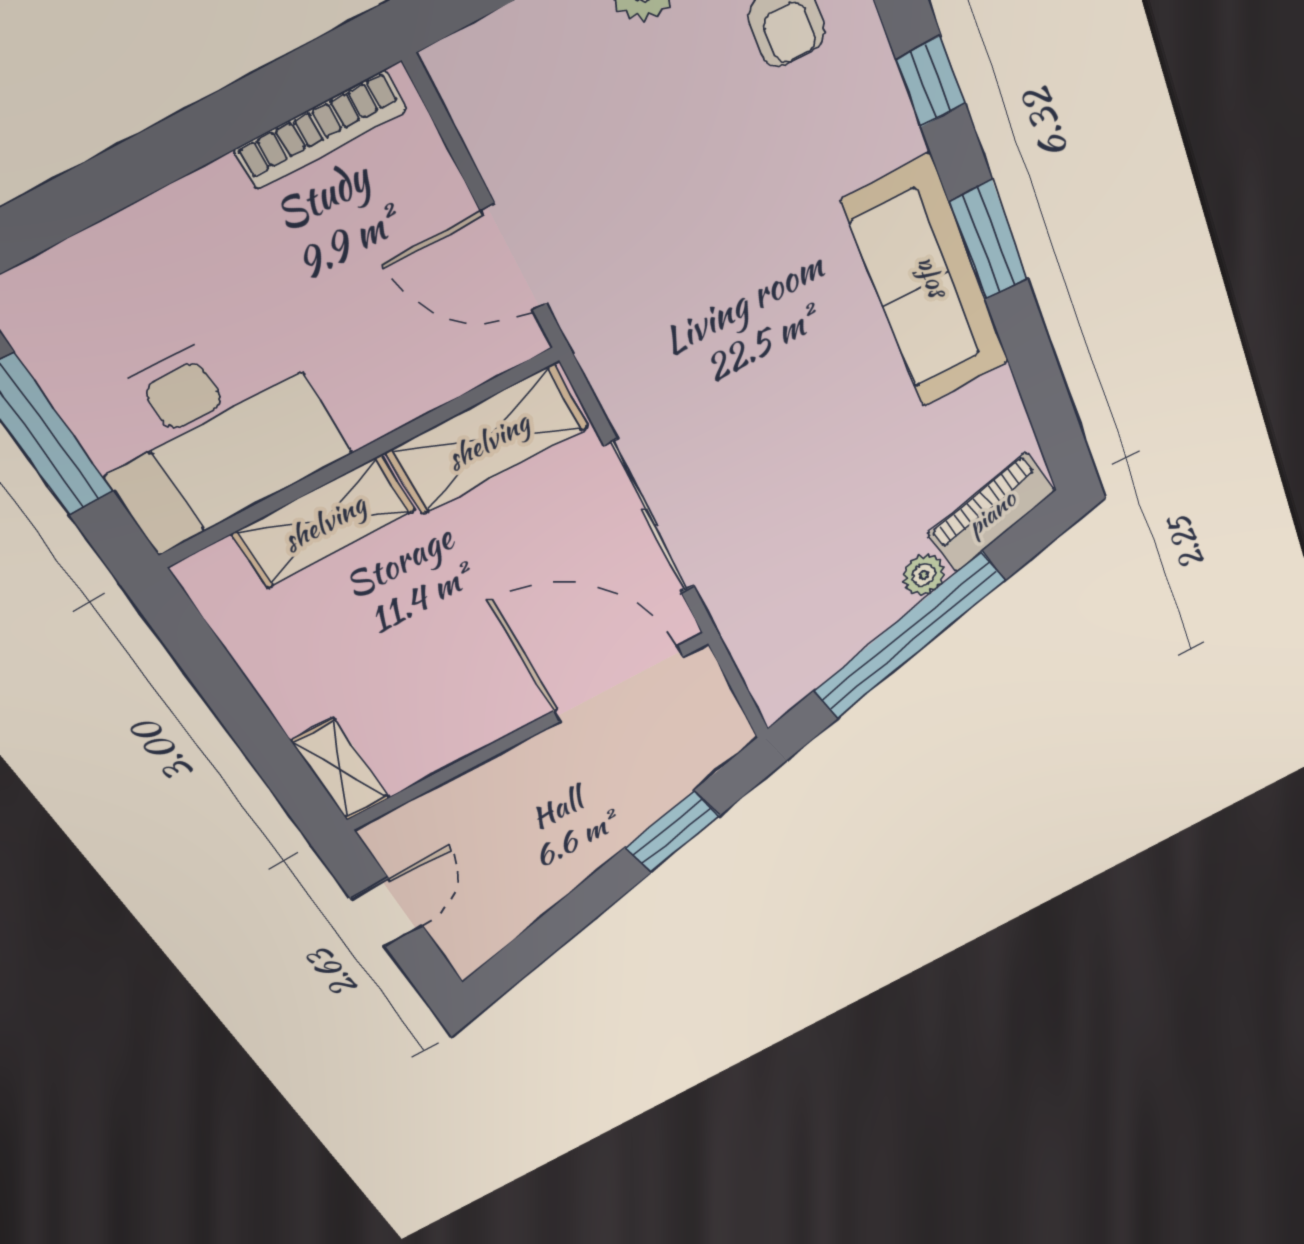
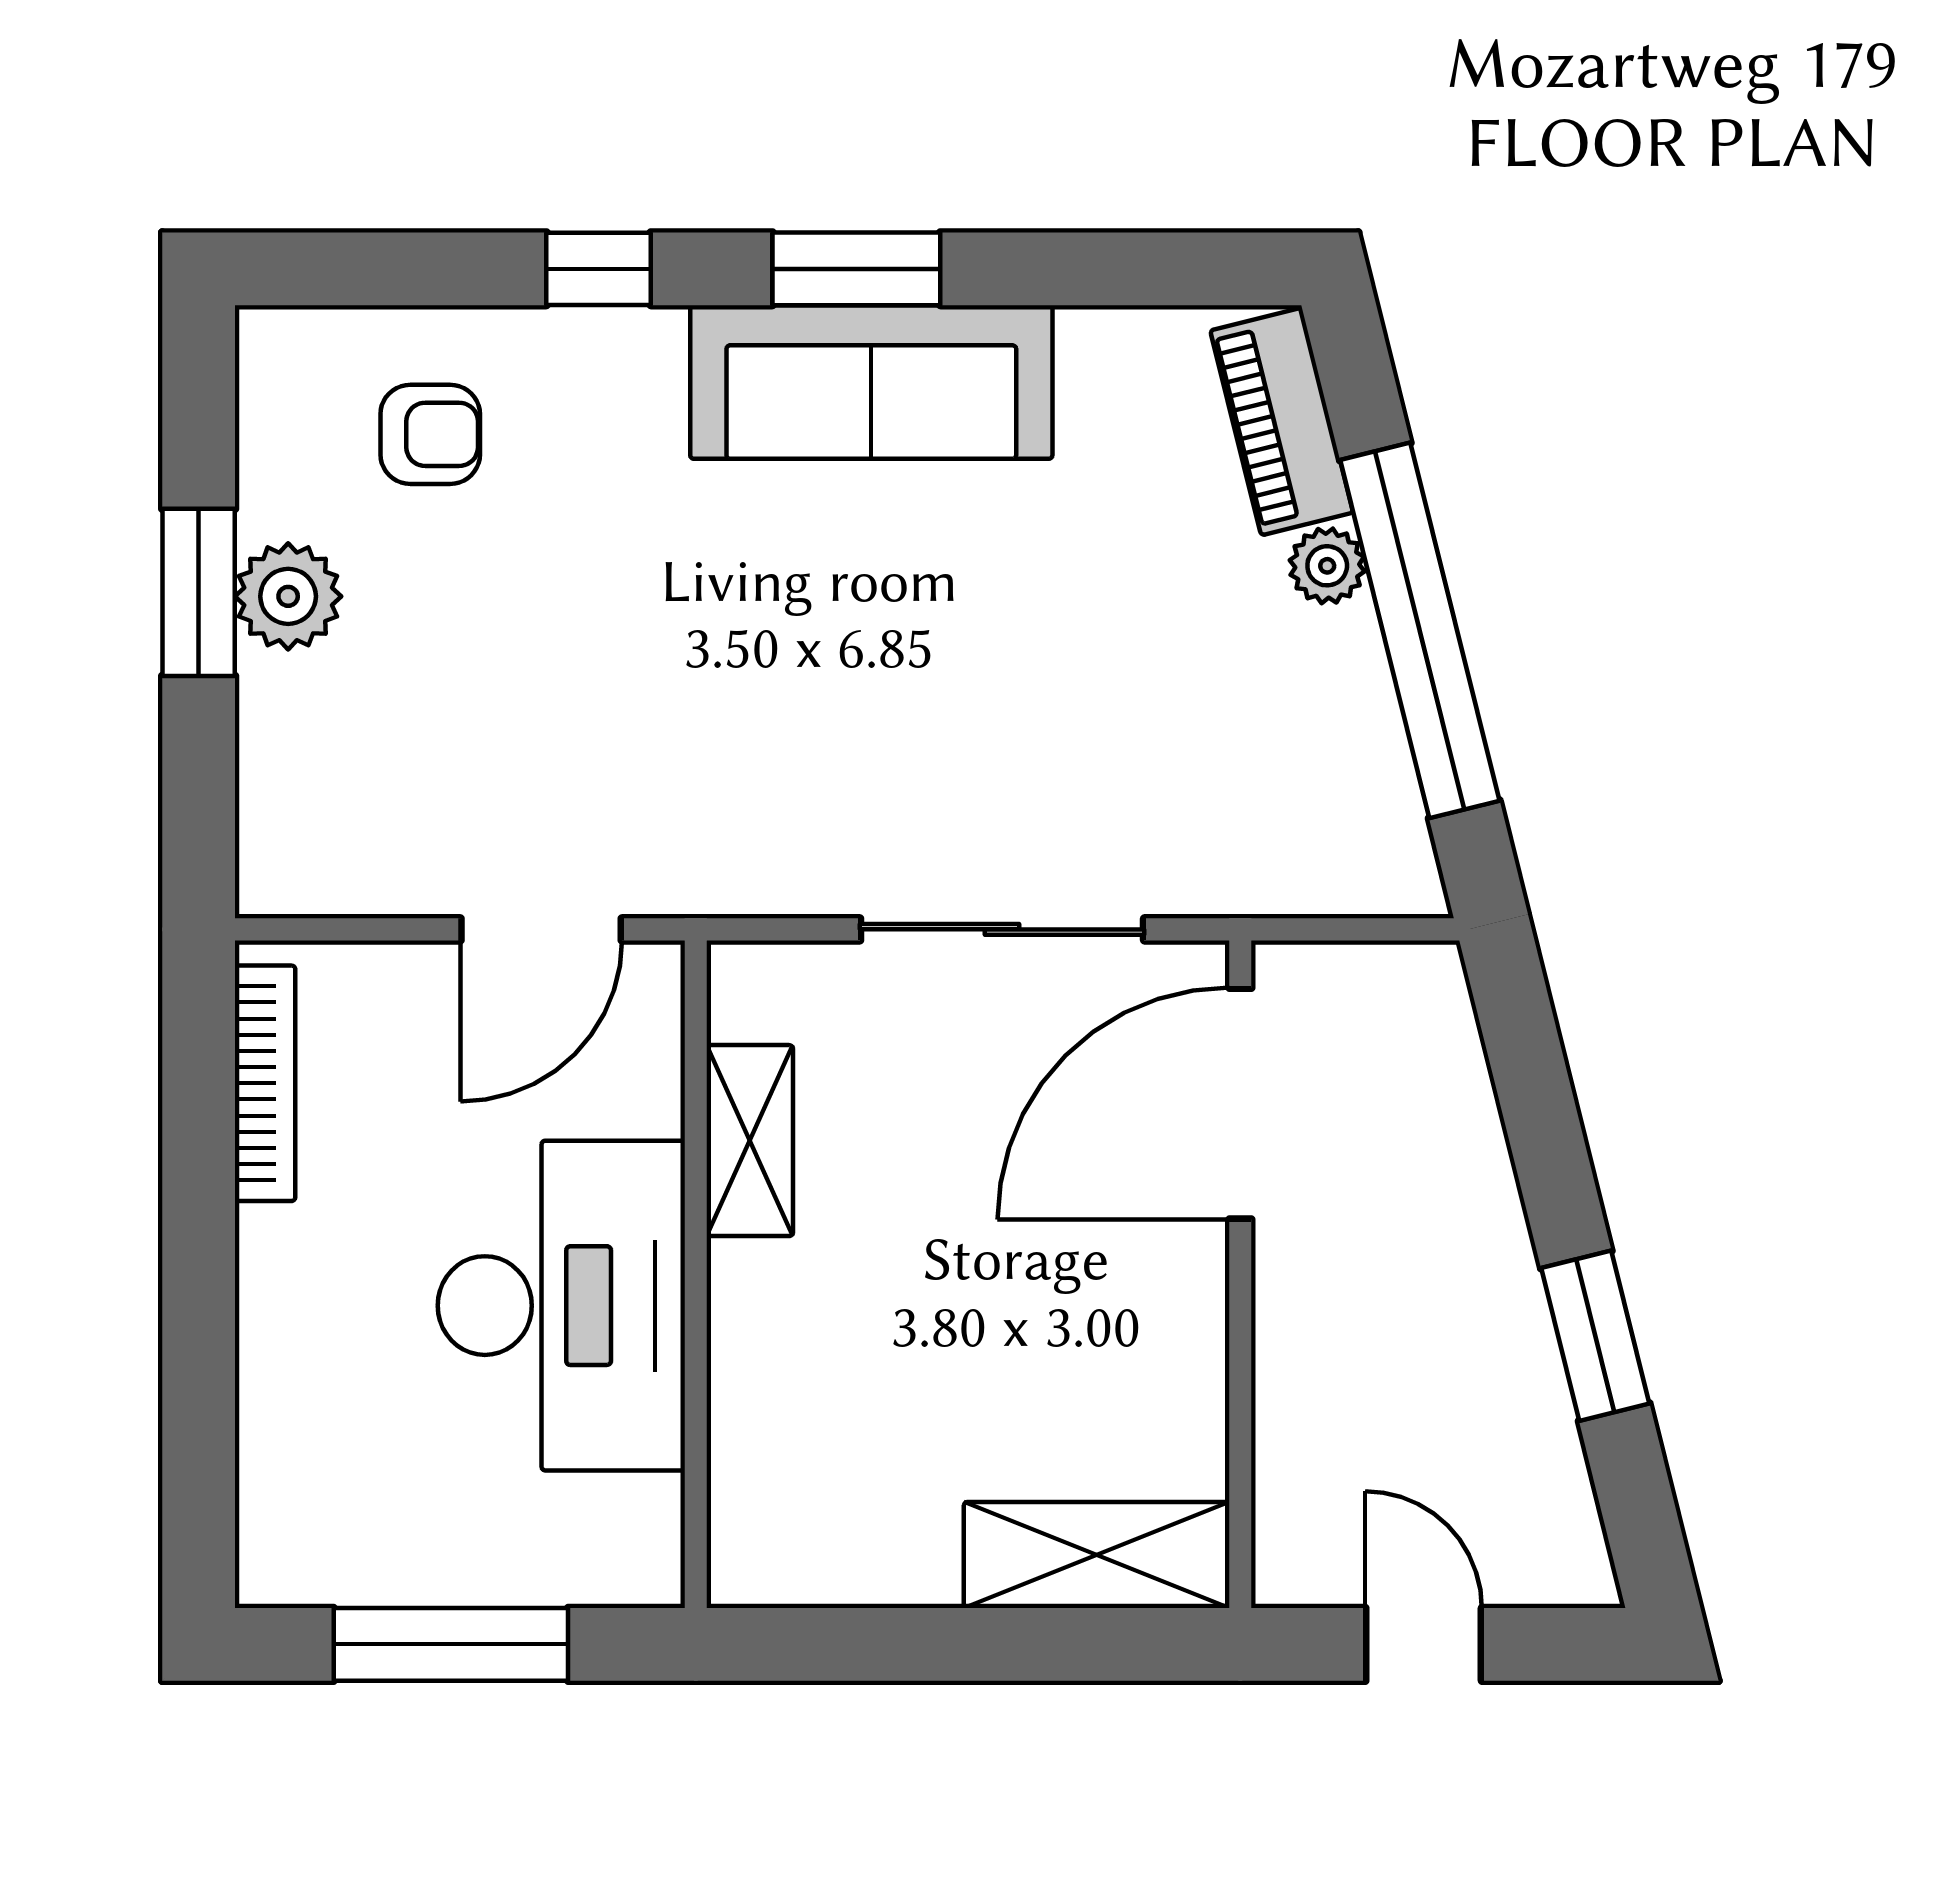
desk: (210, 435) -> (561, 1306), moved
shelving: (488, 440) -> (750, 1141), width x0.67, depth x0.75
shelving: (324, 522) -> (758, 1372), removed
shelving: (340, 770) -> (1097, 1555), width x1.50, depth x1.33
window: (672, 832) -> (1595, 1336), moved

